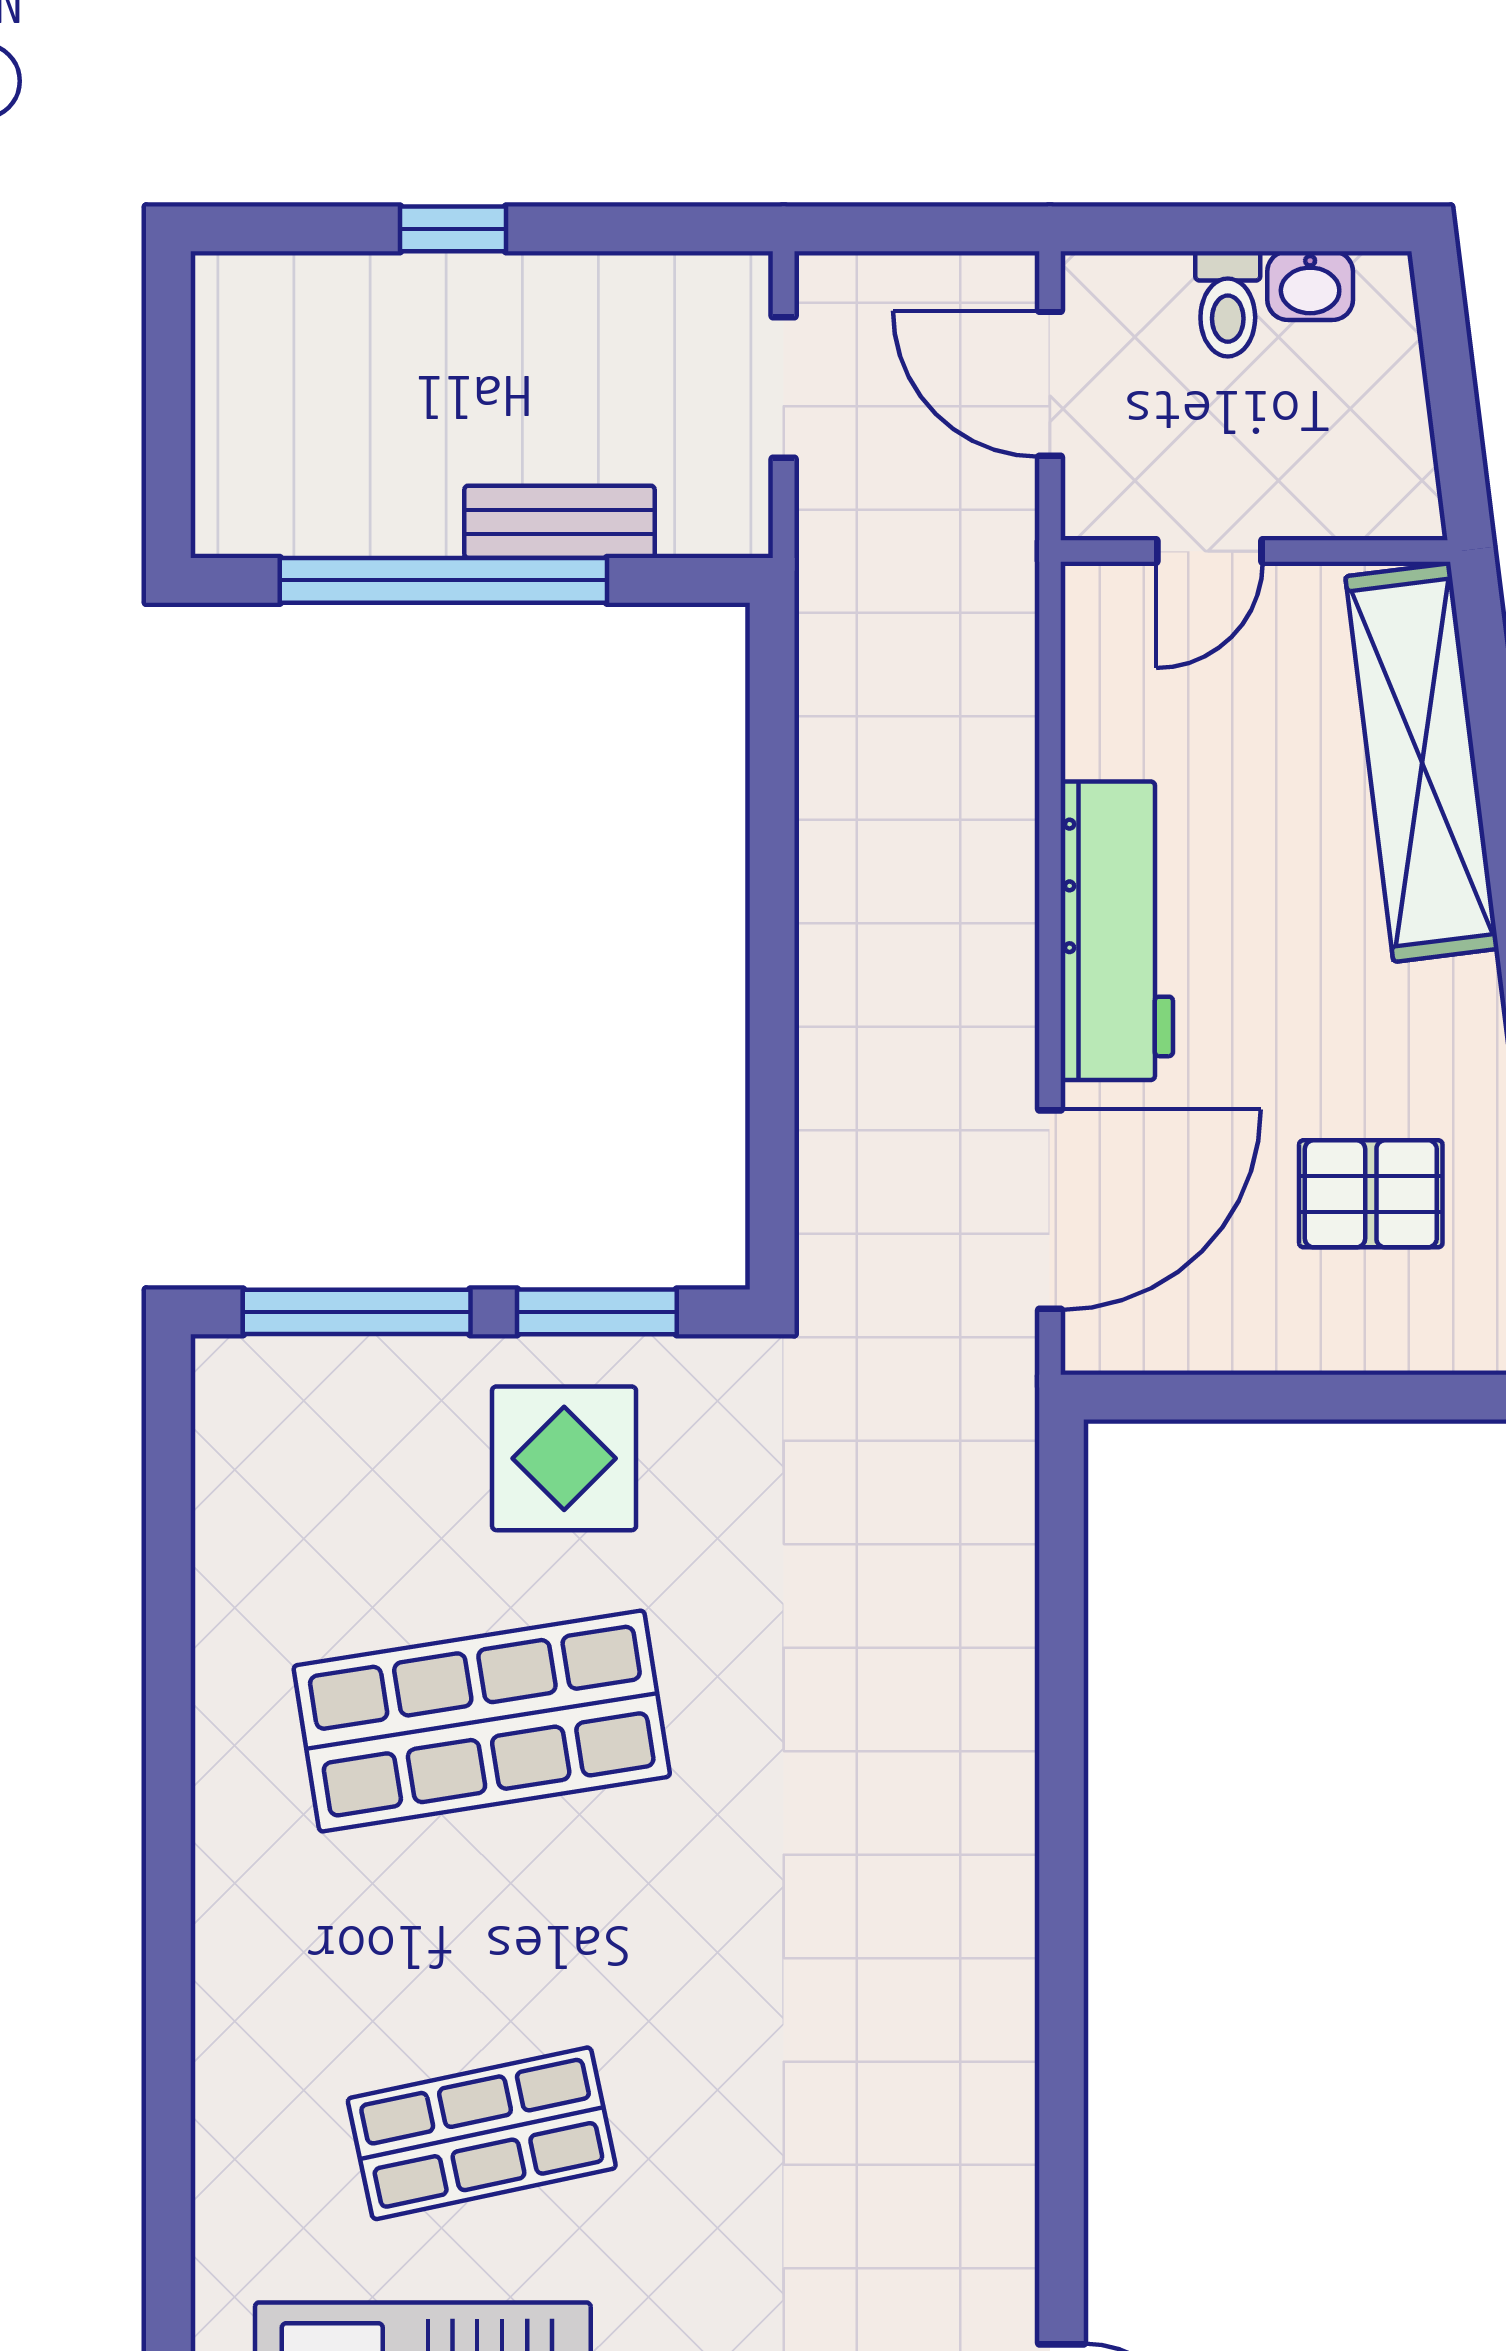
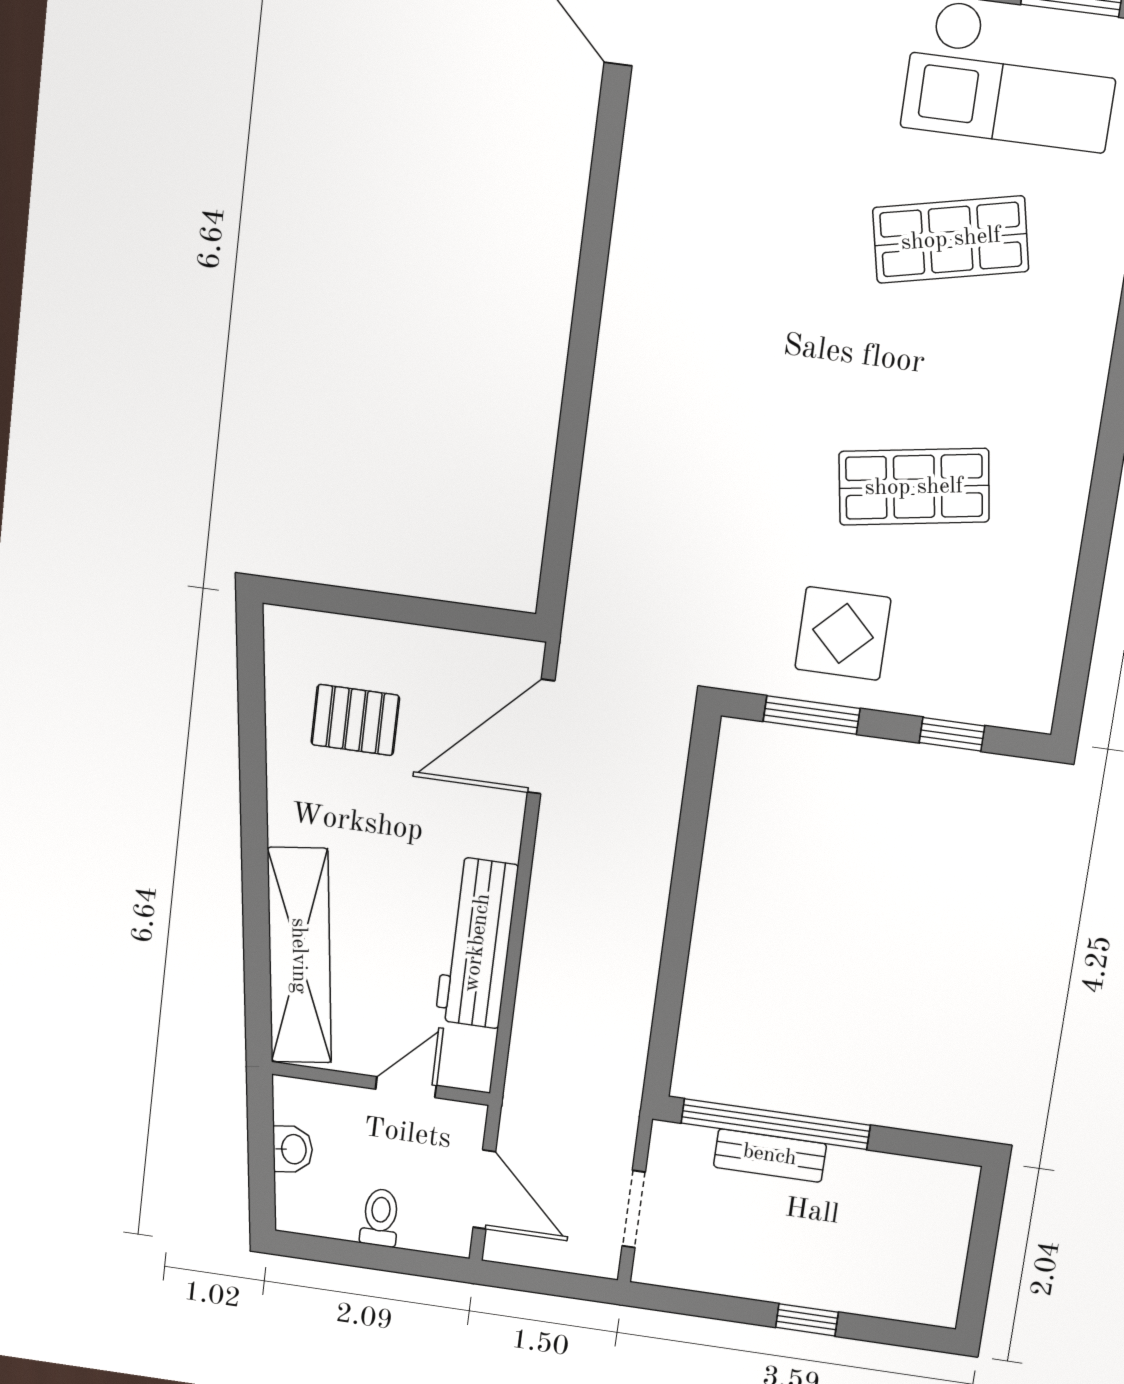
washbasin: (1310, 286) -> (293, 1149), moved, turned 83
window: (443, 580) -> (776, 1124), moved
workbench: (1117, 931) -> (477, 943), moved
window: (357, 1312) -> (952, 734), width x0.46
shop shelf: (482, 1721) -> (914, 487), width x0.70, depth x0.74

